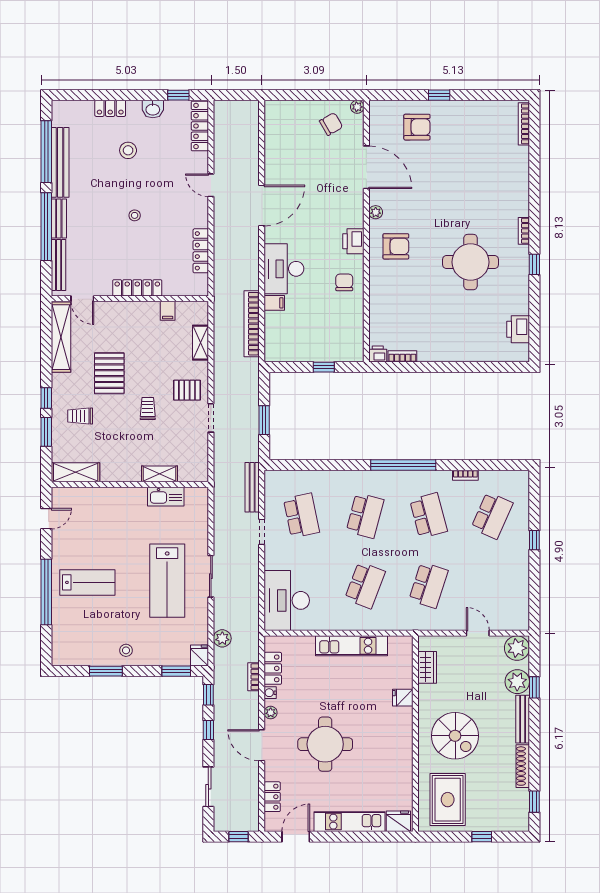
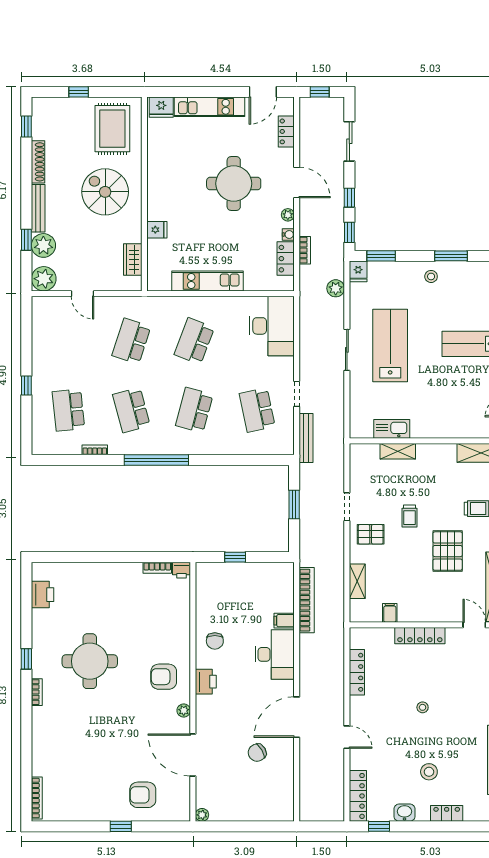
chair: (331, 124) -> (257, 753), moved
school desk: (492, 516) -> (68, 410), turned -30

